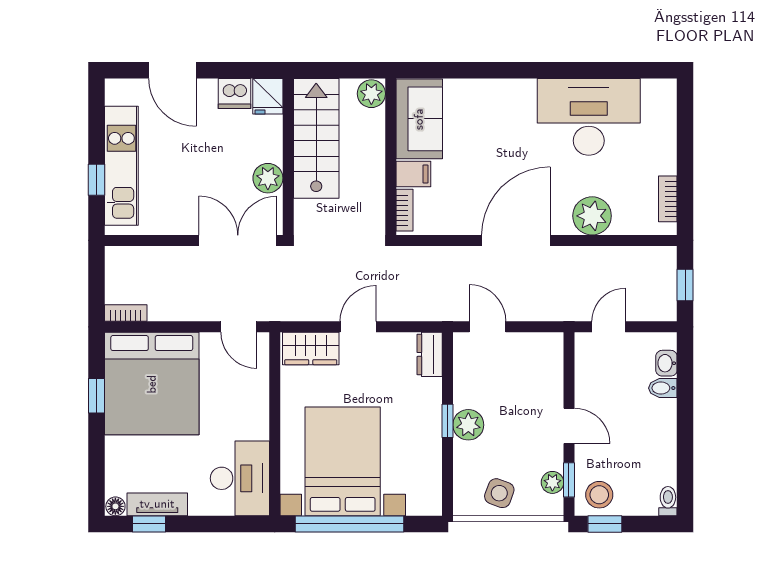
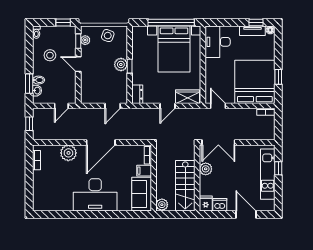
desk: (589, 117) -> (95, 195), moved
door: (488, 327) -> (113, 106), hinge flipped
window: (685, 380) -> (29, 84), added
stool: (599, 495) -> (50, 55), moved

